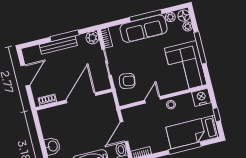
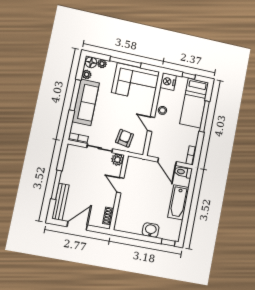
window: (65, 36) -> (56, 185), moved
plant: (92, 38) -> (117, 160), moved
bench: (58, 45) -> (60, 202), moved
door: (25, 75) -> (77, 226), hinge flipped
door: (81, 98) -> (120, 185), width x0.53

